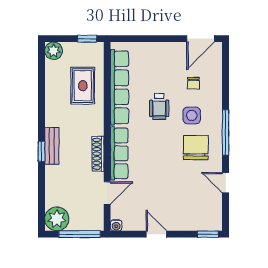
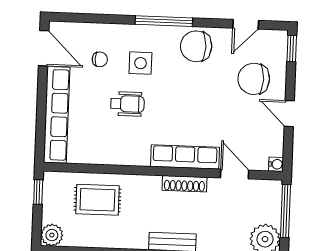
row of seats: (119, 87) -> (57, 115), moved, turned 90
chair: (196, 148) -> (196, 46), moved
door: (226, 183) -> (246, 24), moved
chair: (183, 205) -> (254, 79), added
door: (156, 234) -> (289, 114), hinge flipped

